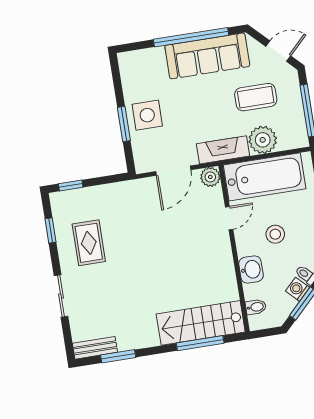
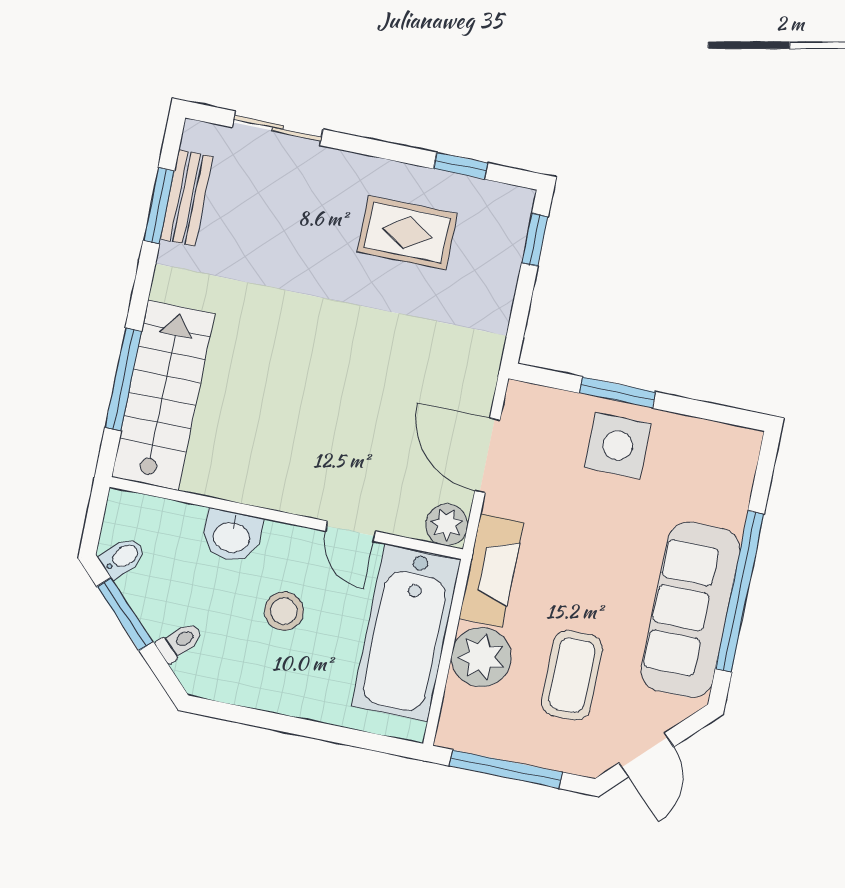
washing machine: (298, 289) -> (157, 614), removed
sliding door: (61, 296) -> (278, 128), moved
bidet: (256, 307) -> (123, 557), moved, turned -135
bench: (95, 348) -> (187, 198), moved

